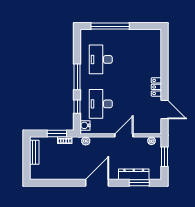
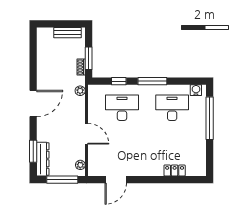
locker: (156, 87) -> (175, 170), moved
water cooler: (85, 125) -> (196, 90), moved
window: (164, 157) -> (62, 180), width x1.44
dresser: (134, 174) -> (43, 159), moved
door: (97, 183) -> (33, 104), hinge flipped

